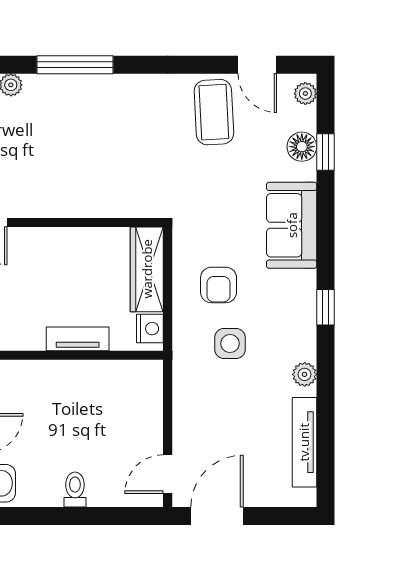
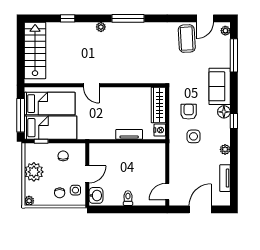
door: (257, 65) -> (205, 18), hinge flipped
floor lamp: (302, 147) -> (224, 112), moved
window: (325, 152) -> (234, 55), width x2.17
armchair: (219, 285) -> (189, 112), turned 180
tv unit: (304, 442) -> (225, 178), width x0.71
door: (217, 516) -> (200, 209), moved

